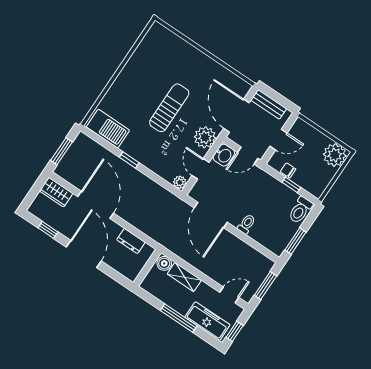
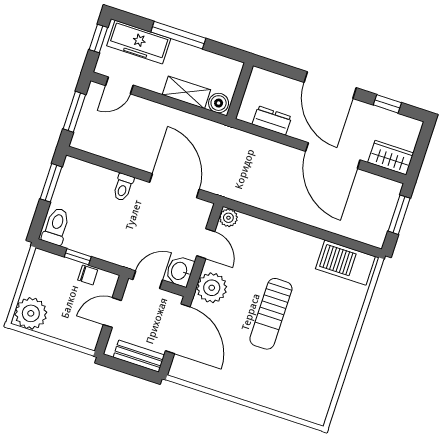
window: (129, 160) -> (305, 229), removed

